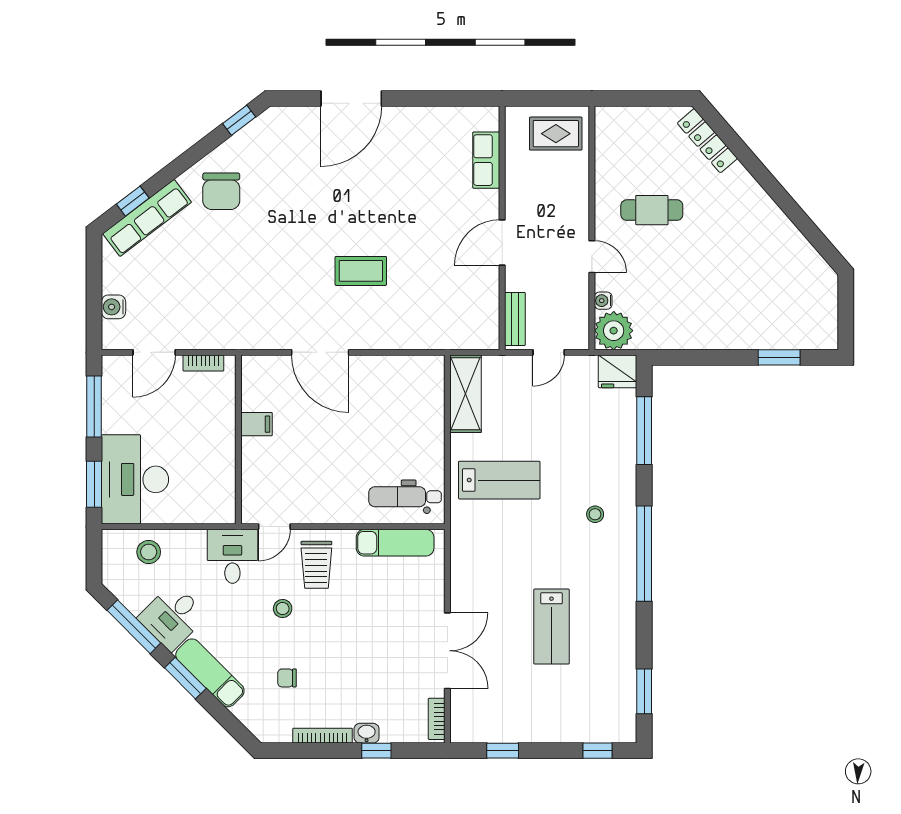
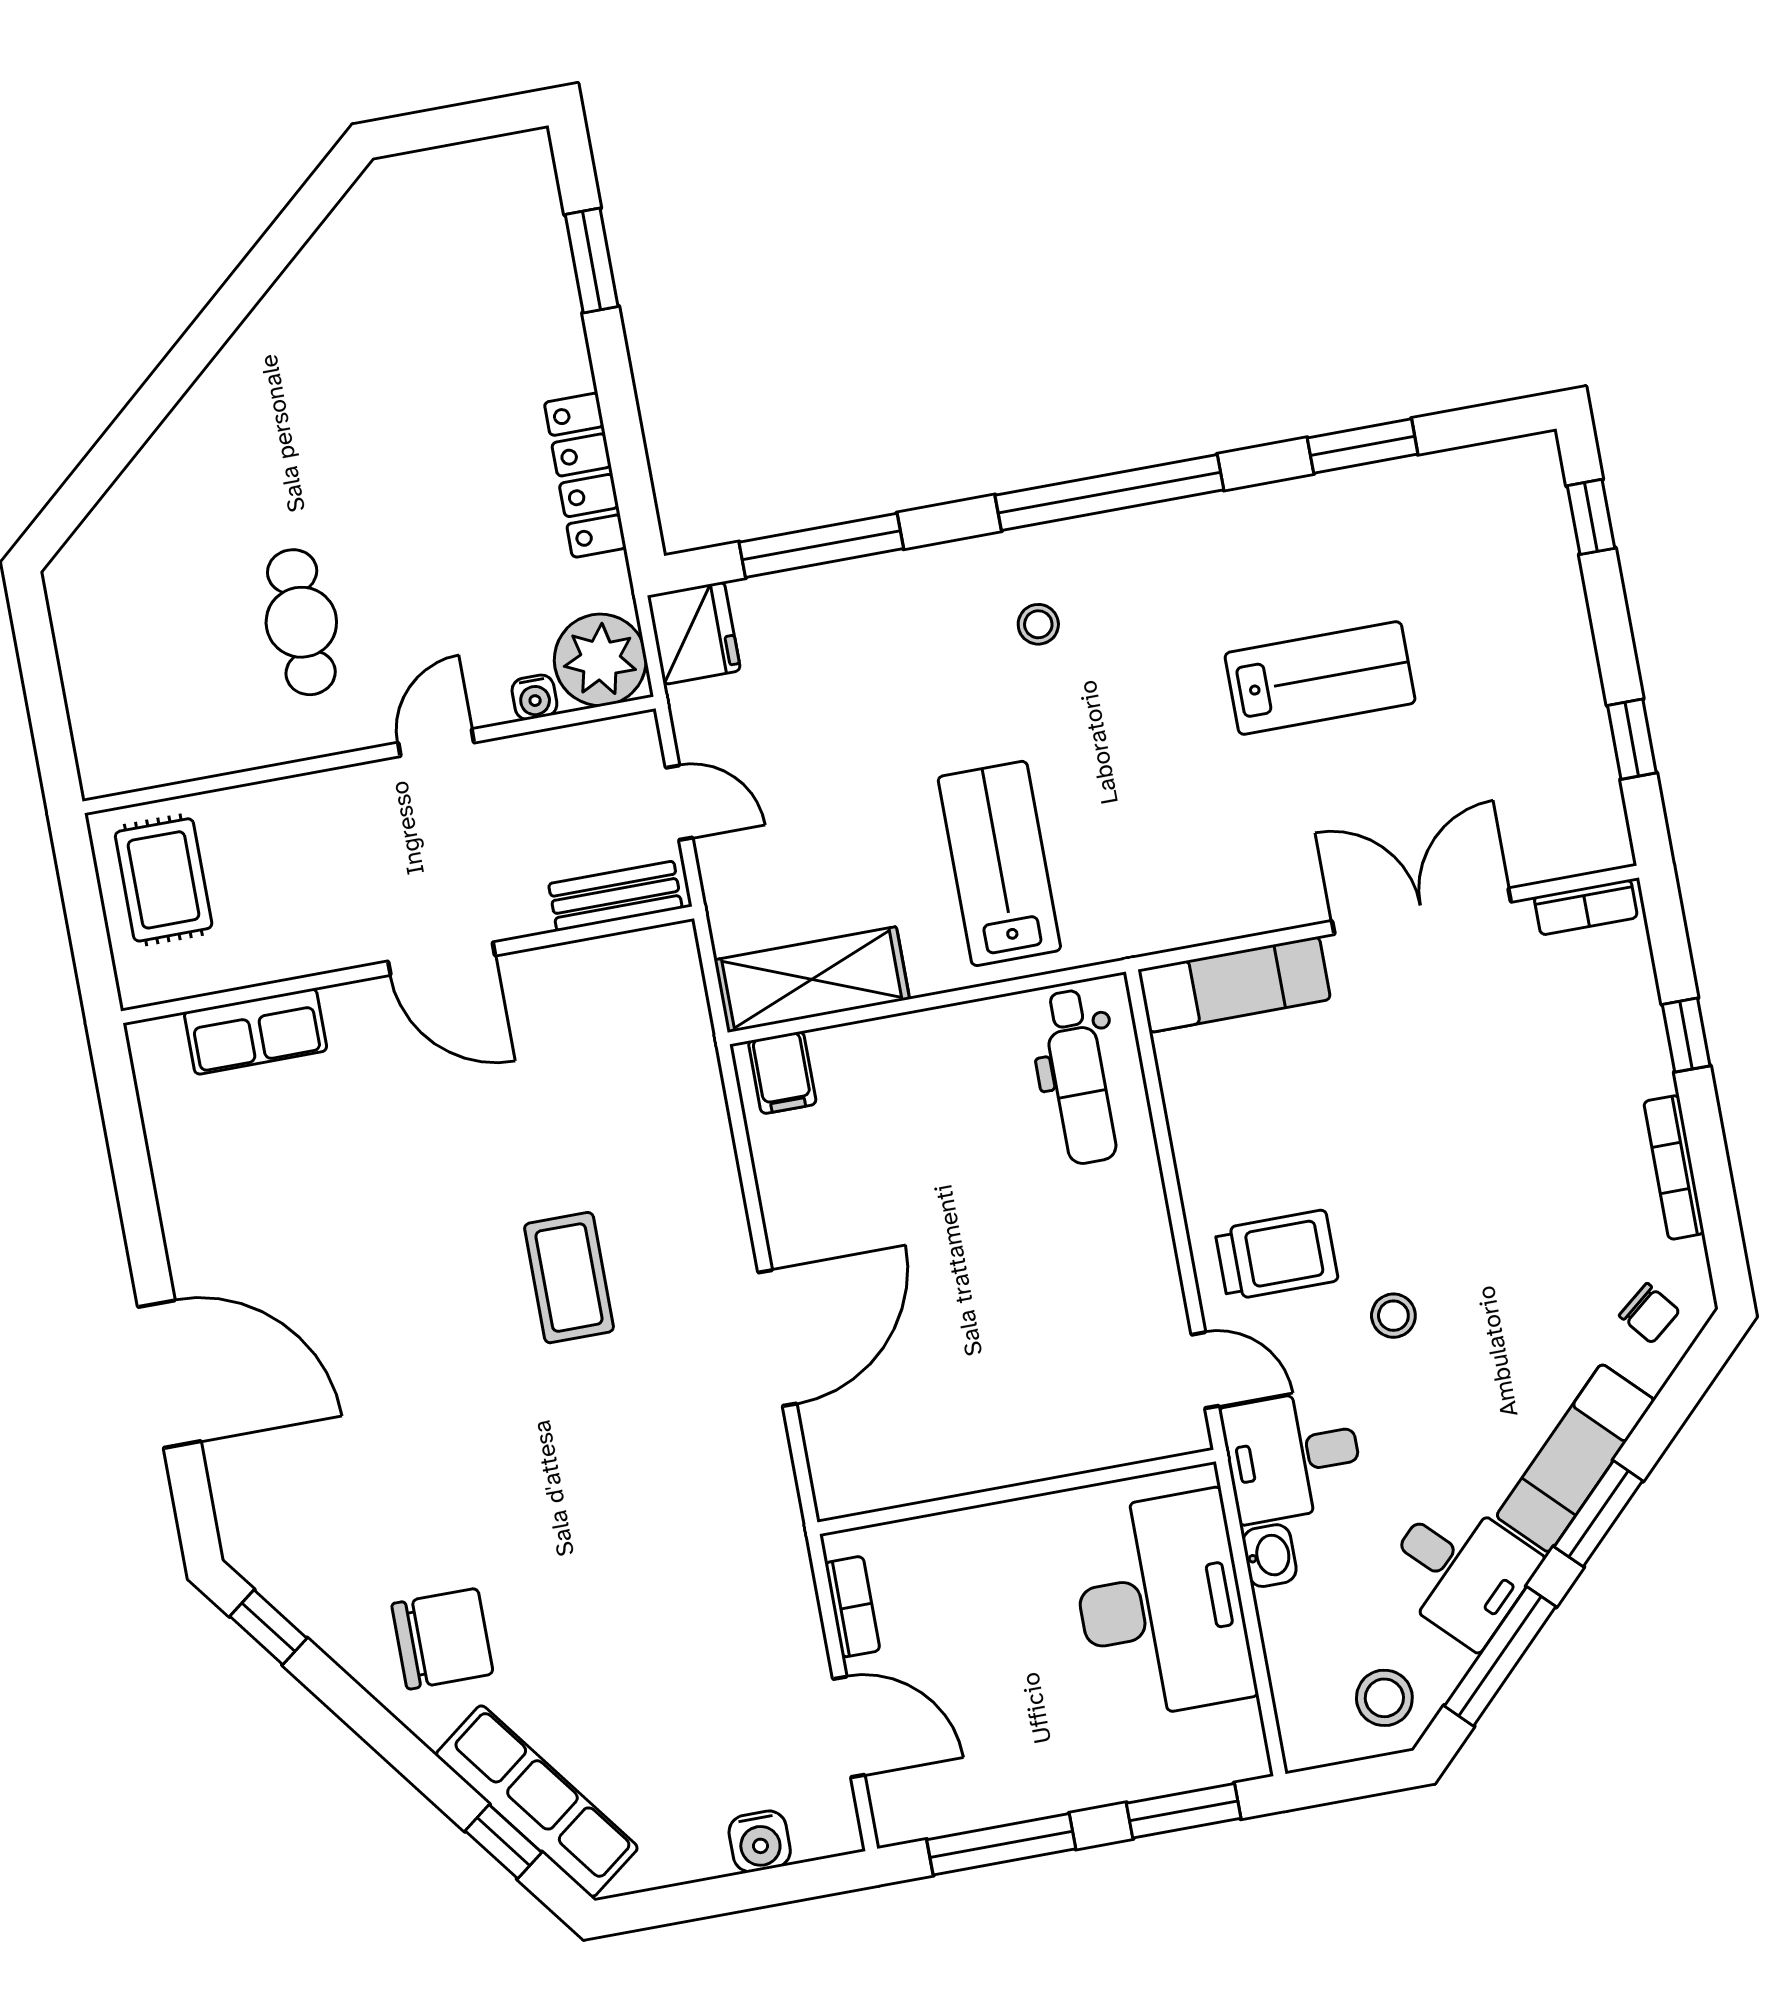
locker: (707, 141) -> (585, 475), moved, turned 131
filing cabinet: (257, 424) -> (782, 1073), moved, turned 180
desk: (135, 479) -> (1161, 1605), moved, turned -90
exam couch: (395, 543) -> (1234, 985), moved, turned 90
stool: (149, 552) -> (1384, 1698), moved
chair: (287, 678) -> (1649, 1313), moved, turned -39
window: (644, 691) -> (1363, 446), moved
washbasin: (367, 733) -> (1270, 1556), moved, turned 180

